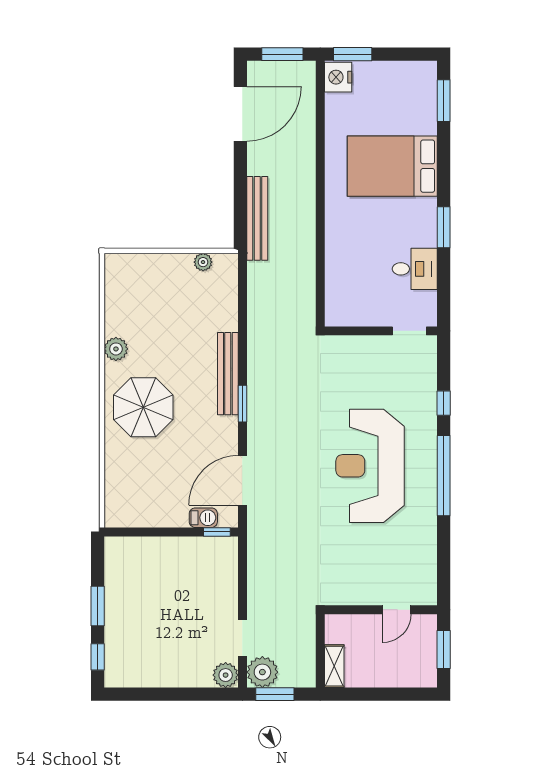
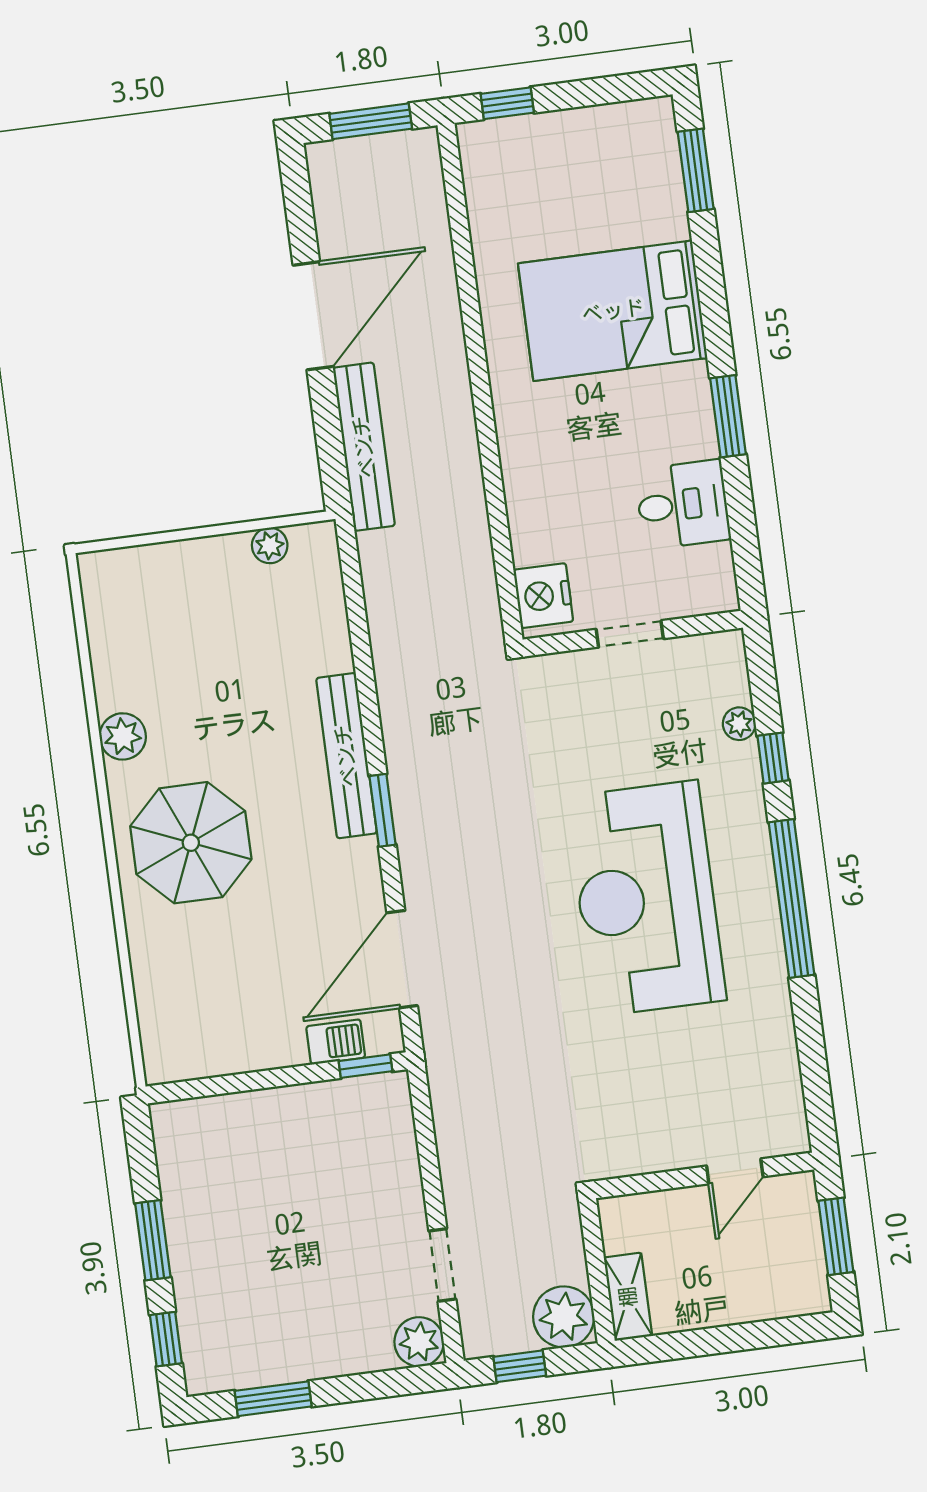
window: (353, 54) -> (507, 103), width x0.67
nightstand: (338, 77) -> (543, 596), moved
door: (240, 114) -> (313, 316), moved
doorway: (409, 331) -> (630, 634), moved
plant: (429, 384) -> (739, 724), added
plant: (262, 672) -> (564, 1317), moved
window: (148, 694) -> (273, 1399), added
window: (275, 694) -> (520, 1366), width x0.67

